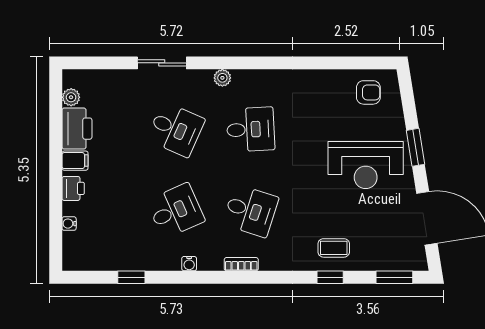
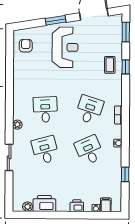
desk: (176, 129) -> (45, 150), turned -39
filing cabinet: (75, 161) -> (106, 205), moved

